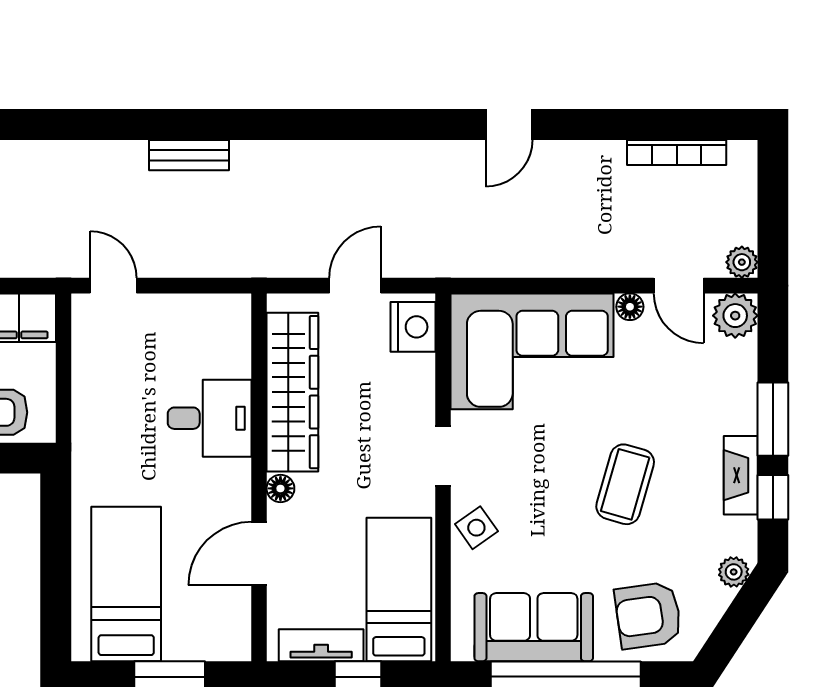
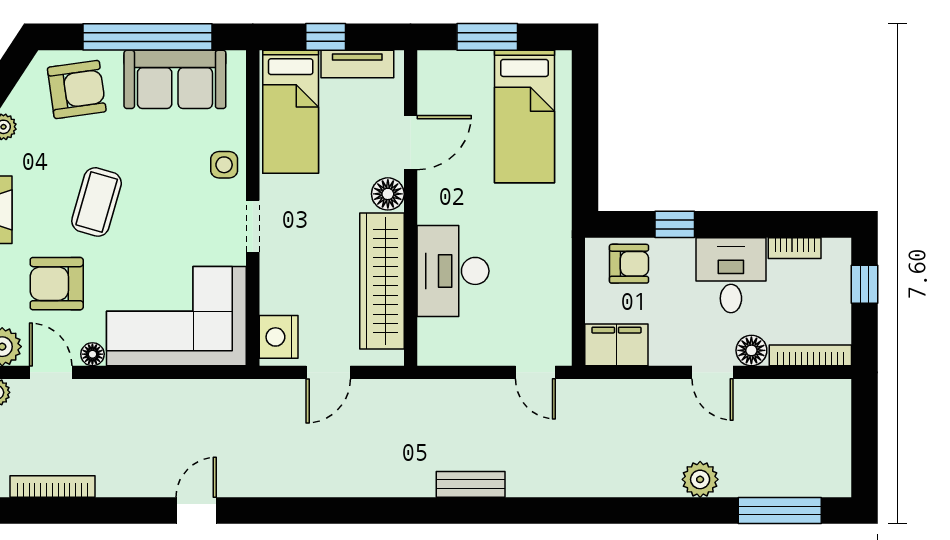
armchair: (672, 389) -> (57, 284), added
desk: (210, 418) -> (453, 271), width x1.37
floor lamp: (280, 488) -> (388, 194), width x1.37, depth x1.37
side table: (476, 528) -> (224, 165), turned 35

